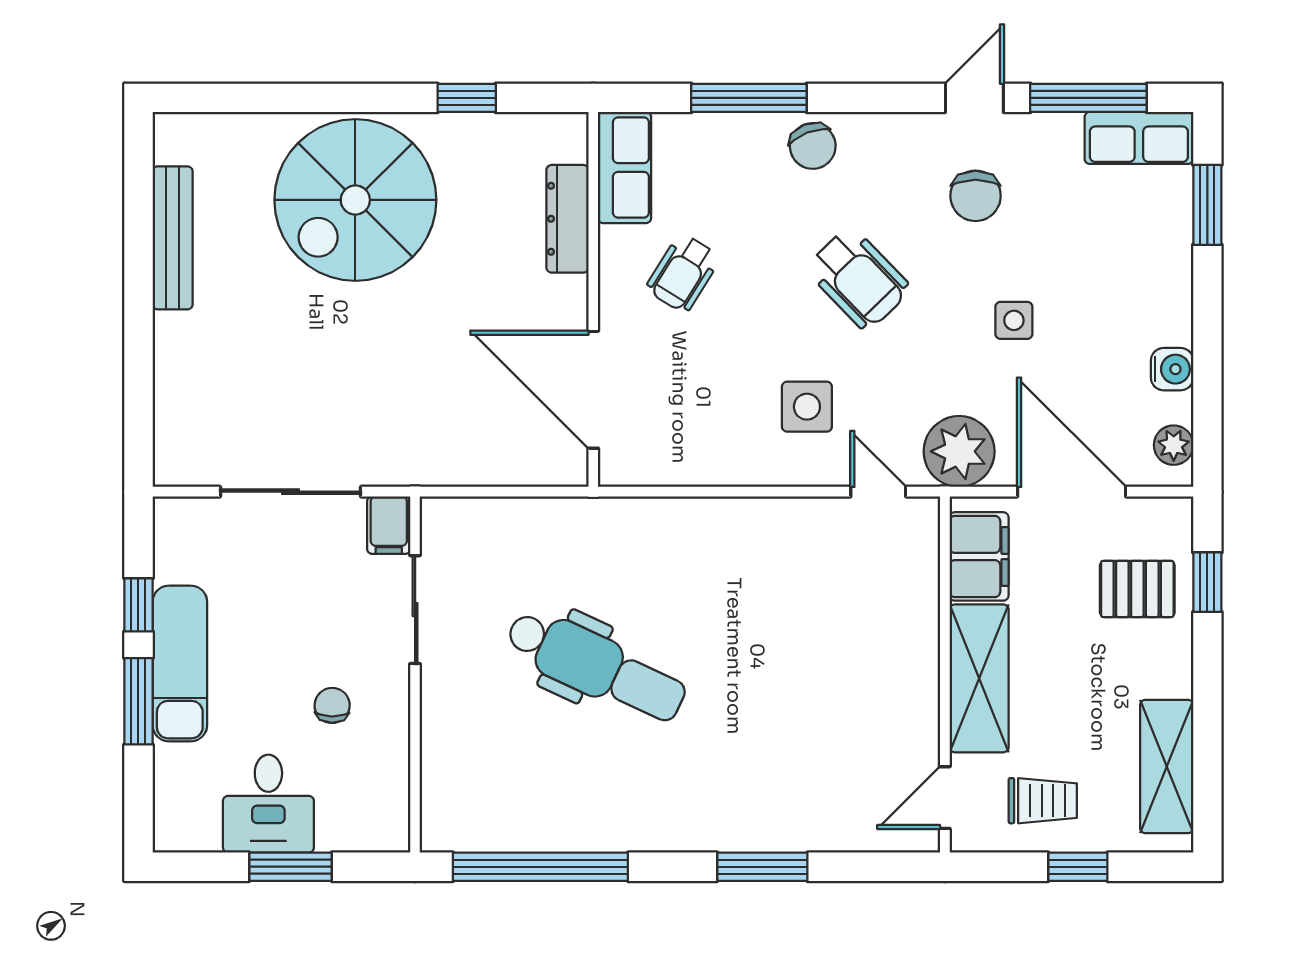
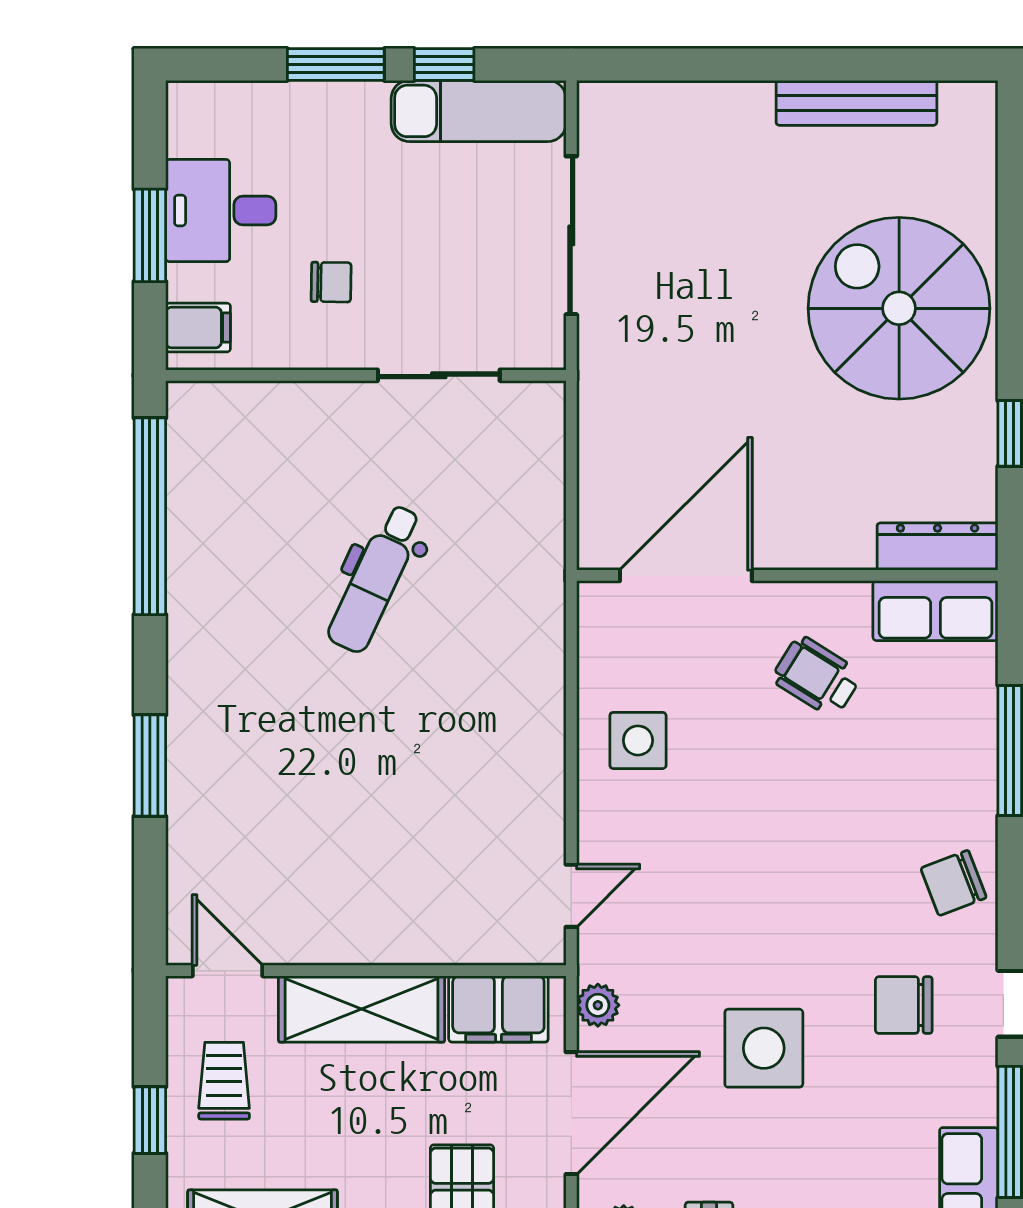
chair: (813, 146) -> (954, 883), moved
dresser: (567, 219) -> (938, 547), moved
wheelchair: (858, 279) -> (811, 873), removed
side table: (1014, 320) -> (764, 1048), width x1.87, depth x1.87
side table: (807, 407) -> (638, 740), moved
plant: (959, 451) -> (598, 1005), width x0.53, depth x0.53
filing cabinet: (389, 525) -> (198, 328), moved, turned 180
exam couch: (180, 664) -> (479, 111), moved
dental chair: (596, 666) -> (375, 579), width x0.73, depth x0.72
trolley: (1043, 801) -> (224, 1081), turned 180

